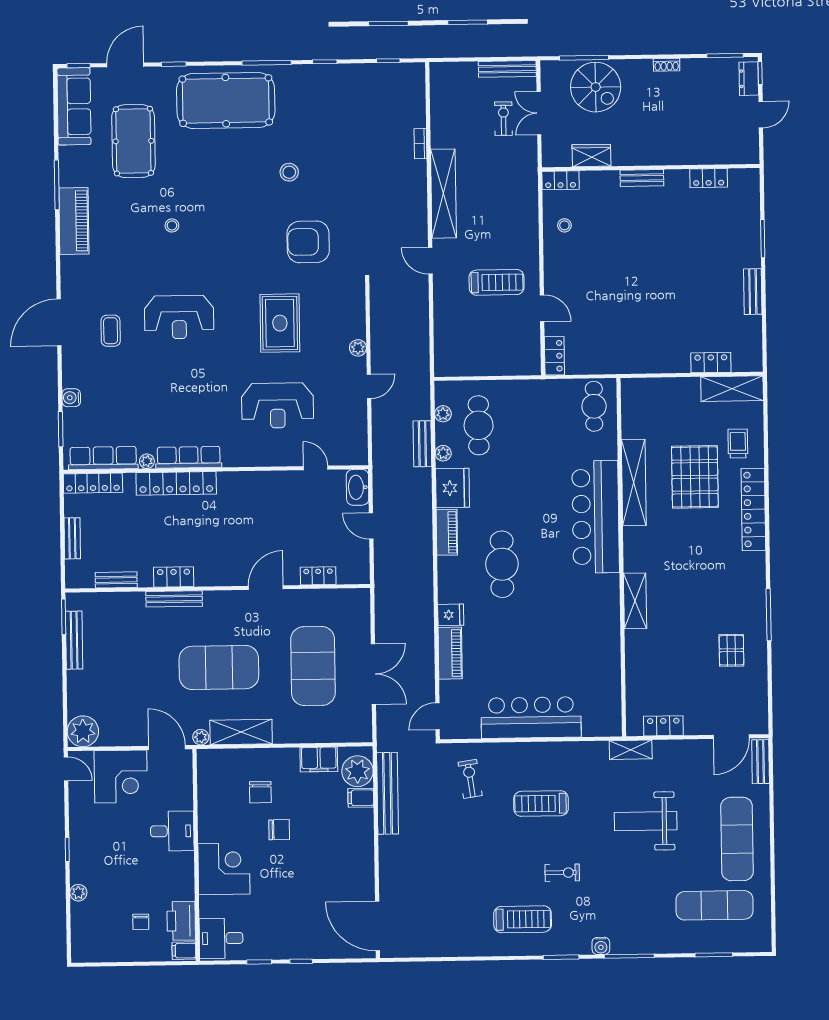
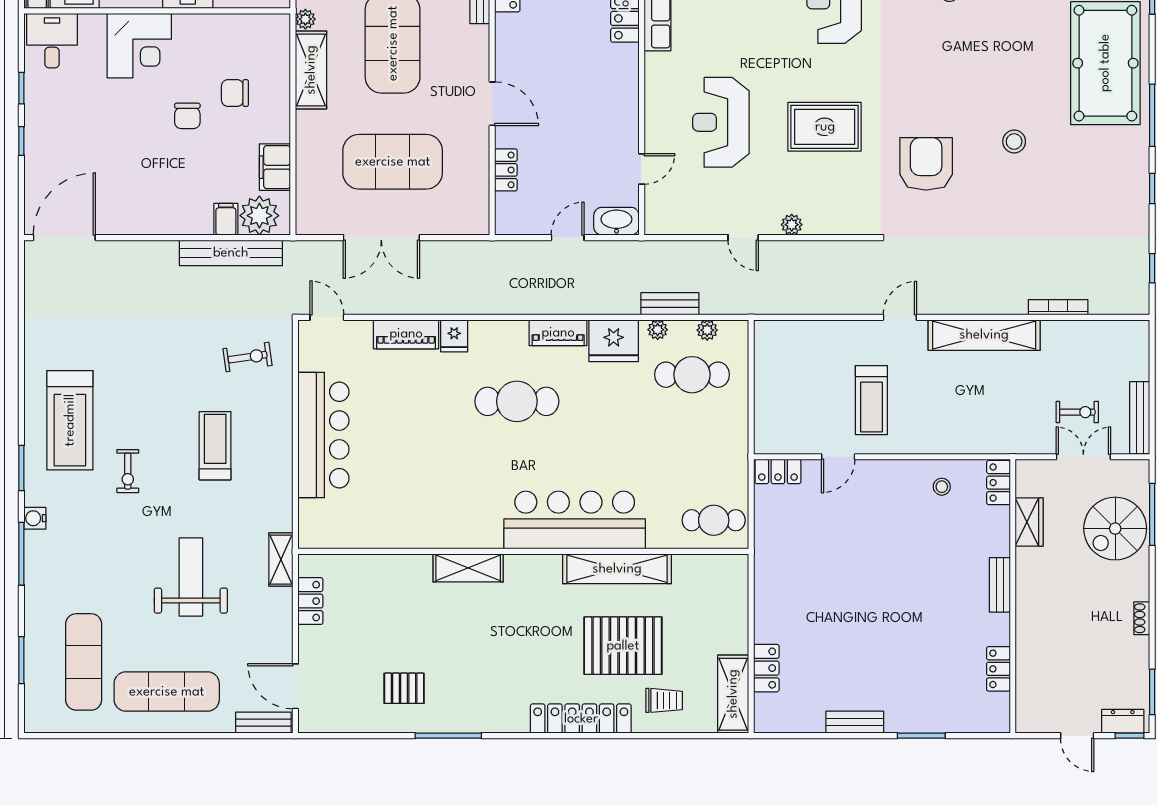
bookcase: (420, 144) -> (1058, 307), width x1.56
treadmill: (523, 919) -> (70, 420), width x1.37, depth x1.38

